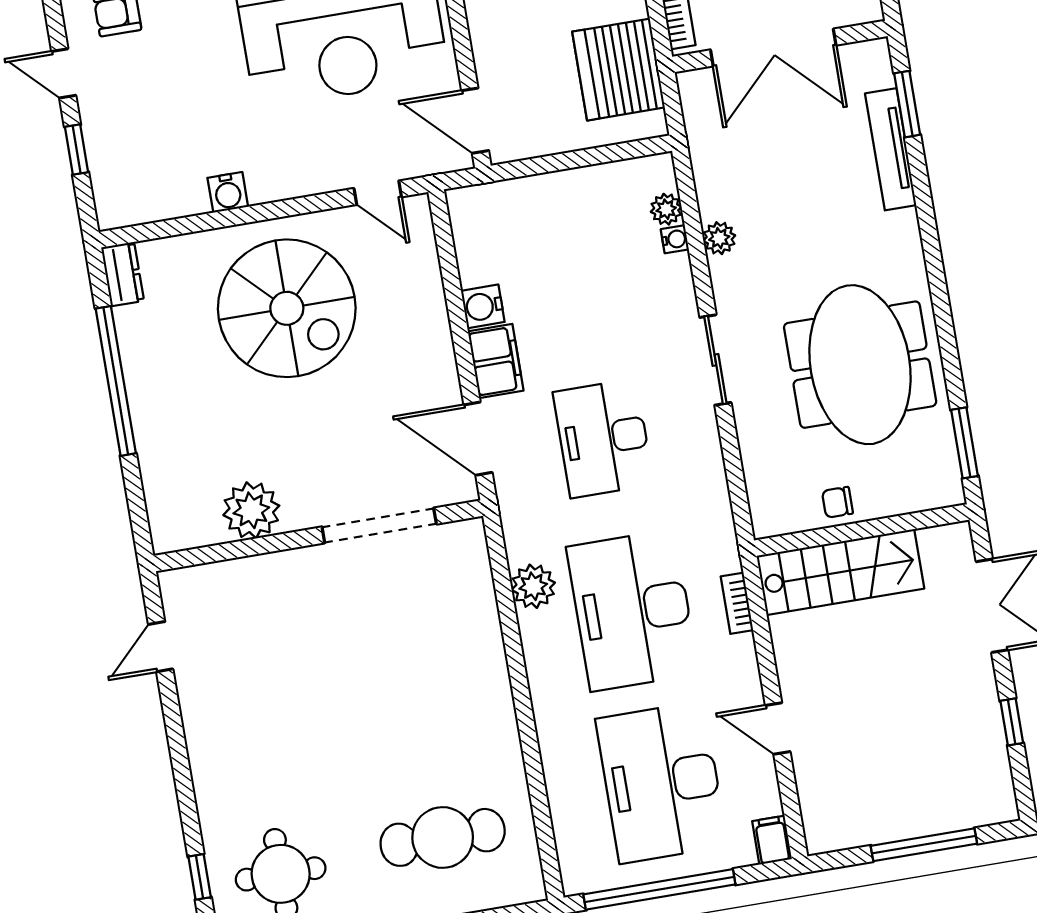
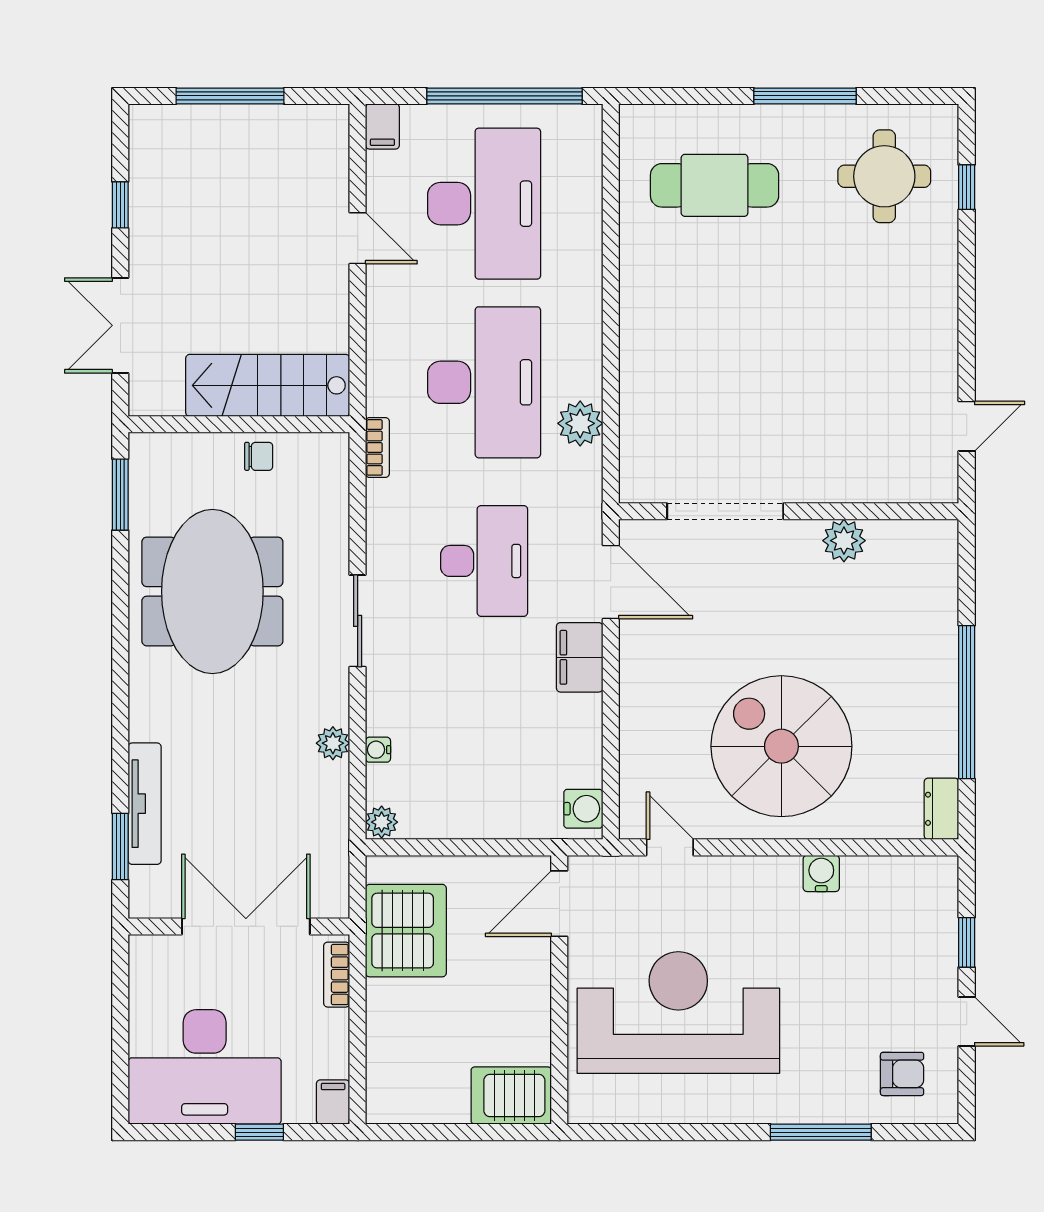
door: (475, 121) -> (559, 904), swing flipped
plant: (666, 209) -> (382, 822), moved
water cooler: (483, 306) -> (583, 809), moved
plant: (251, 510) -> (844, 541), width x0.73, depth x0.73
bookcase: (737, 603) -> (377, 447), moved

